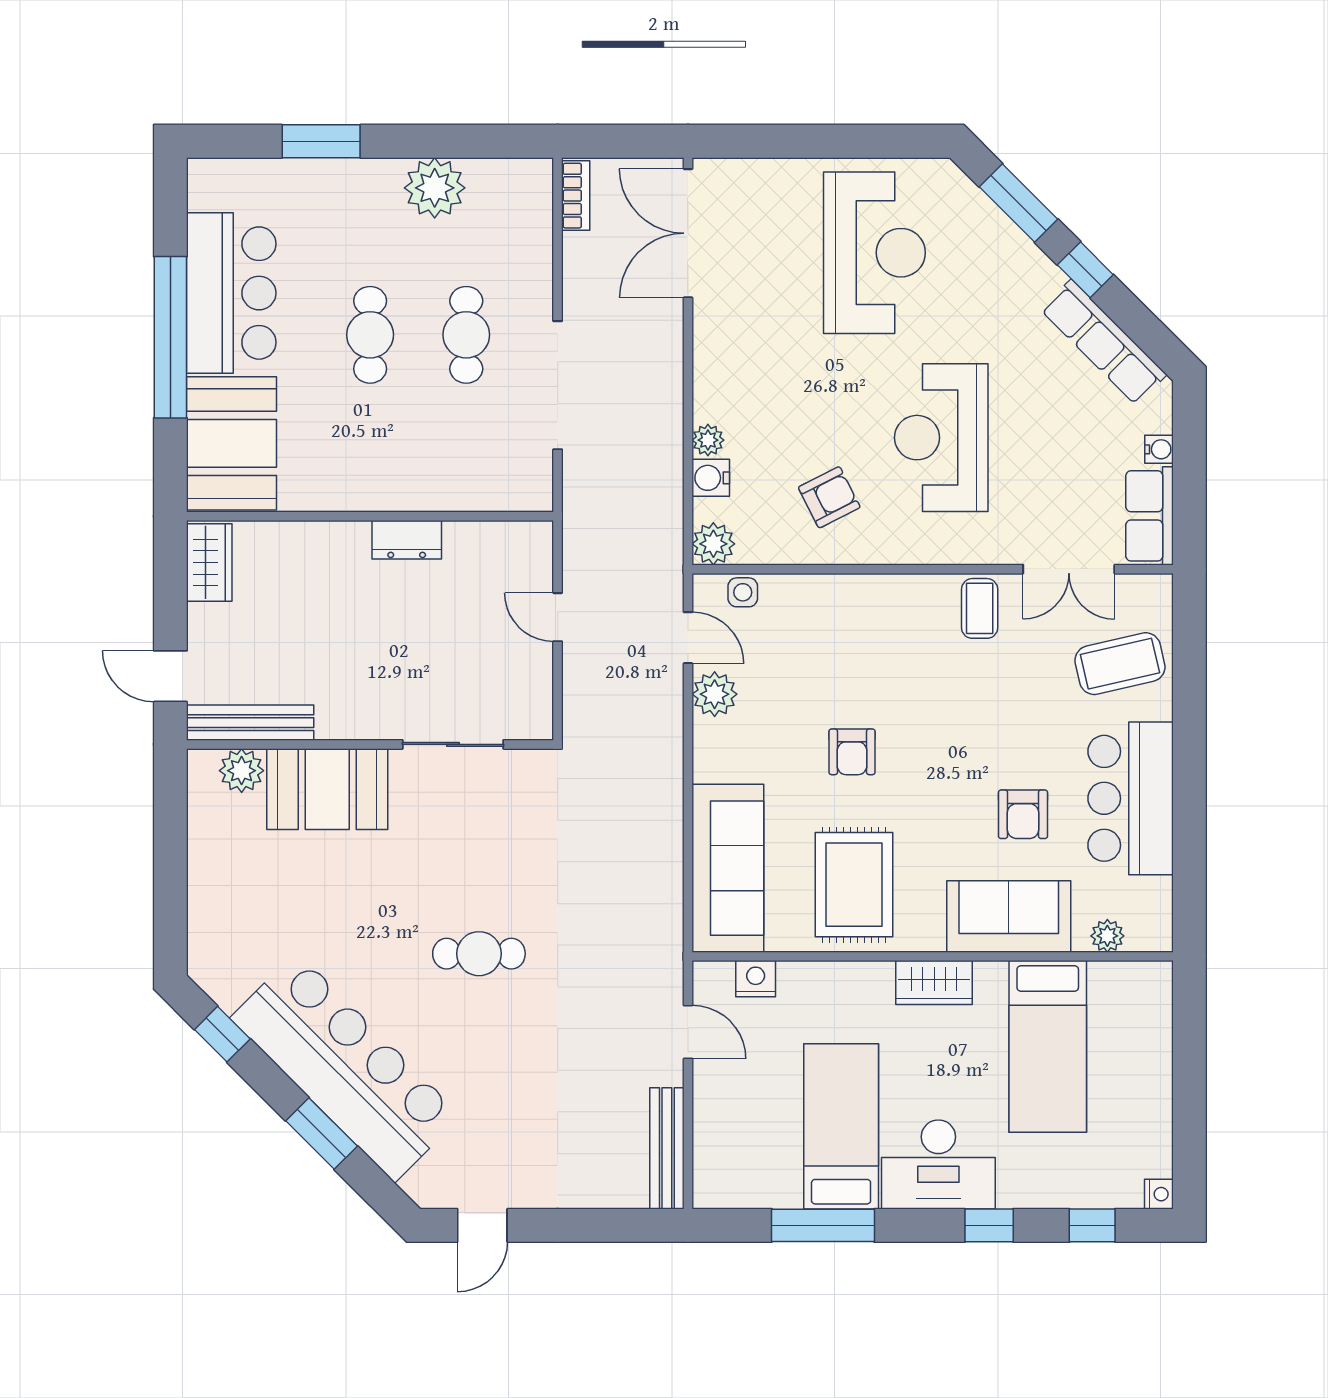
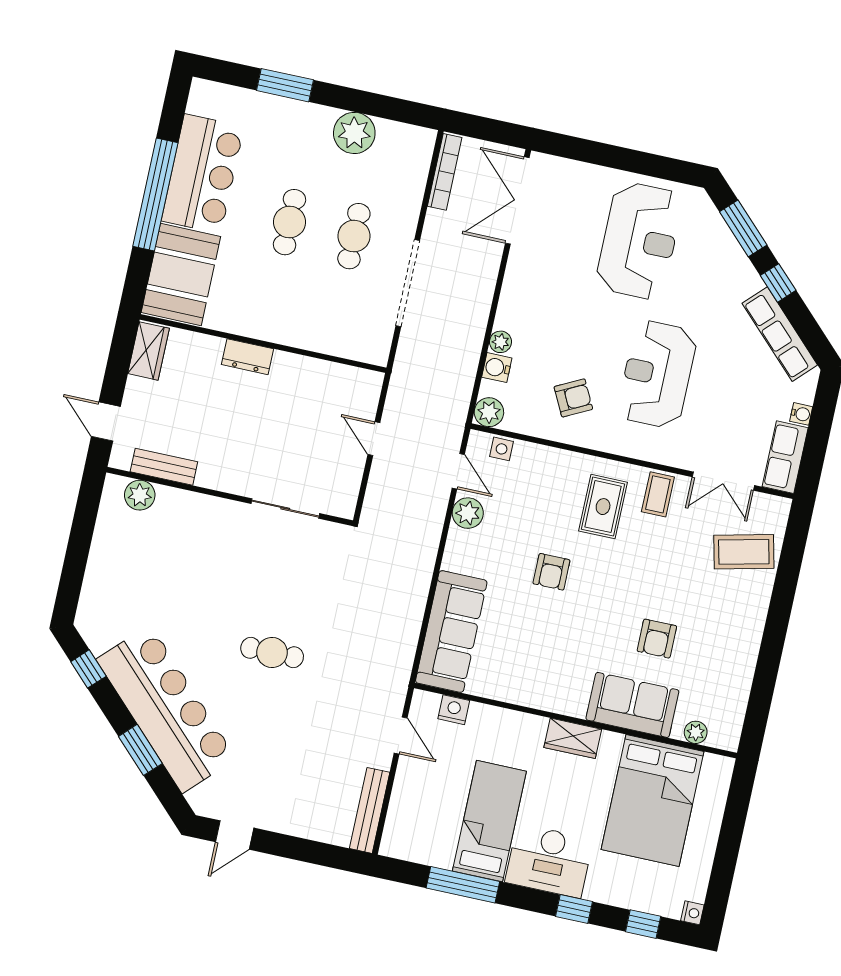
bookcase: (576, 196) -> (445, 172), width x1.56
dresser: (407, 540) -> (247, 357), moved
bench: (250, 723) -> (164, 467), width x0.73
booth: (327, 789) -> (194, 520), removed
bar counter: (1131, 798) -> (731, 644), removed
rug: (854, 885) -> (603, 507), moved, width x0.73, depth x0.70
bed: (1048, 1046) -> (652, 801), width x1.50

